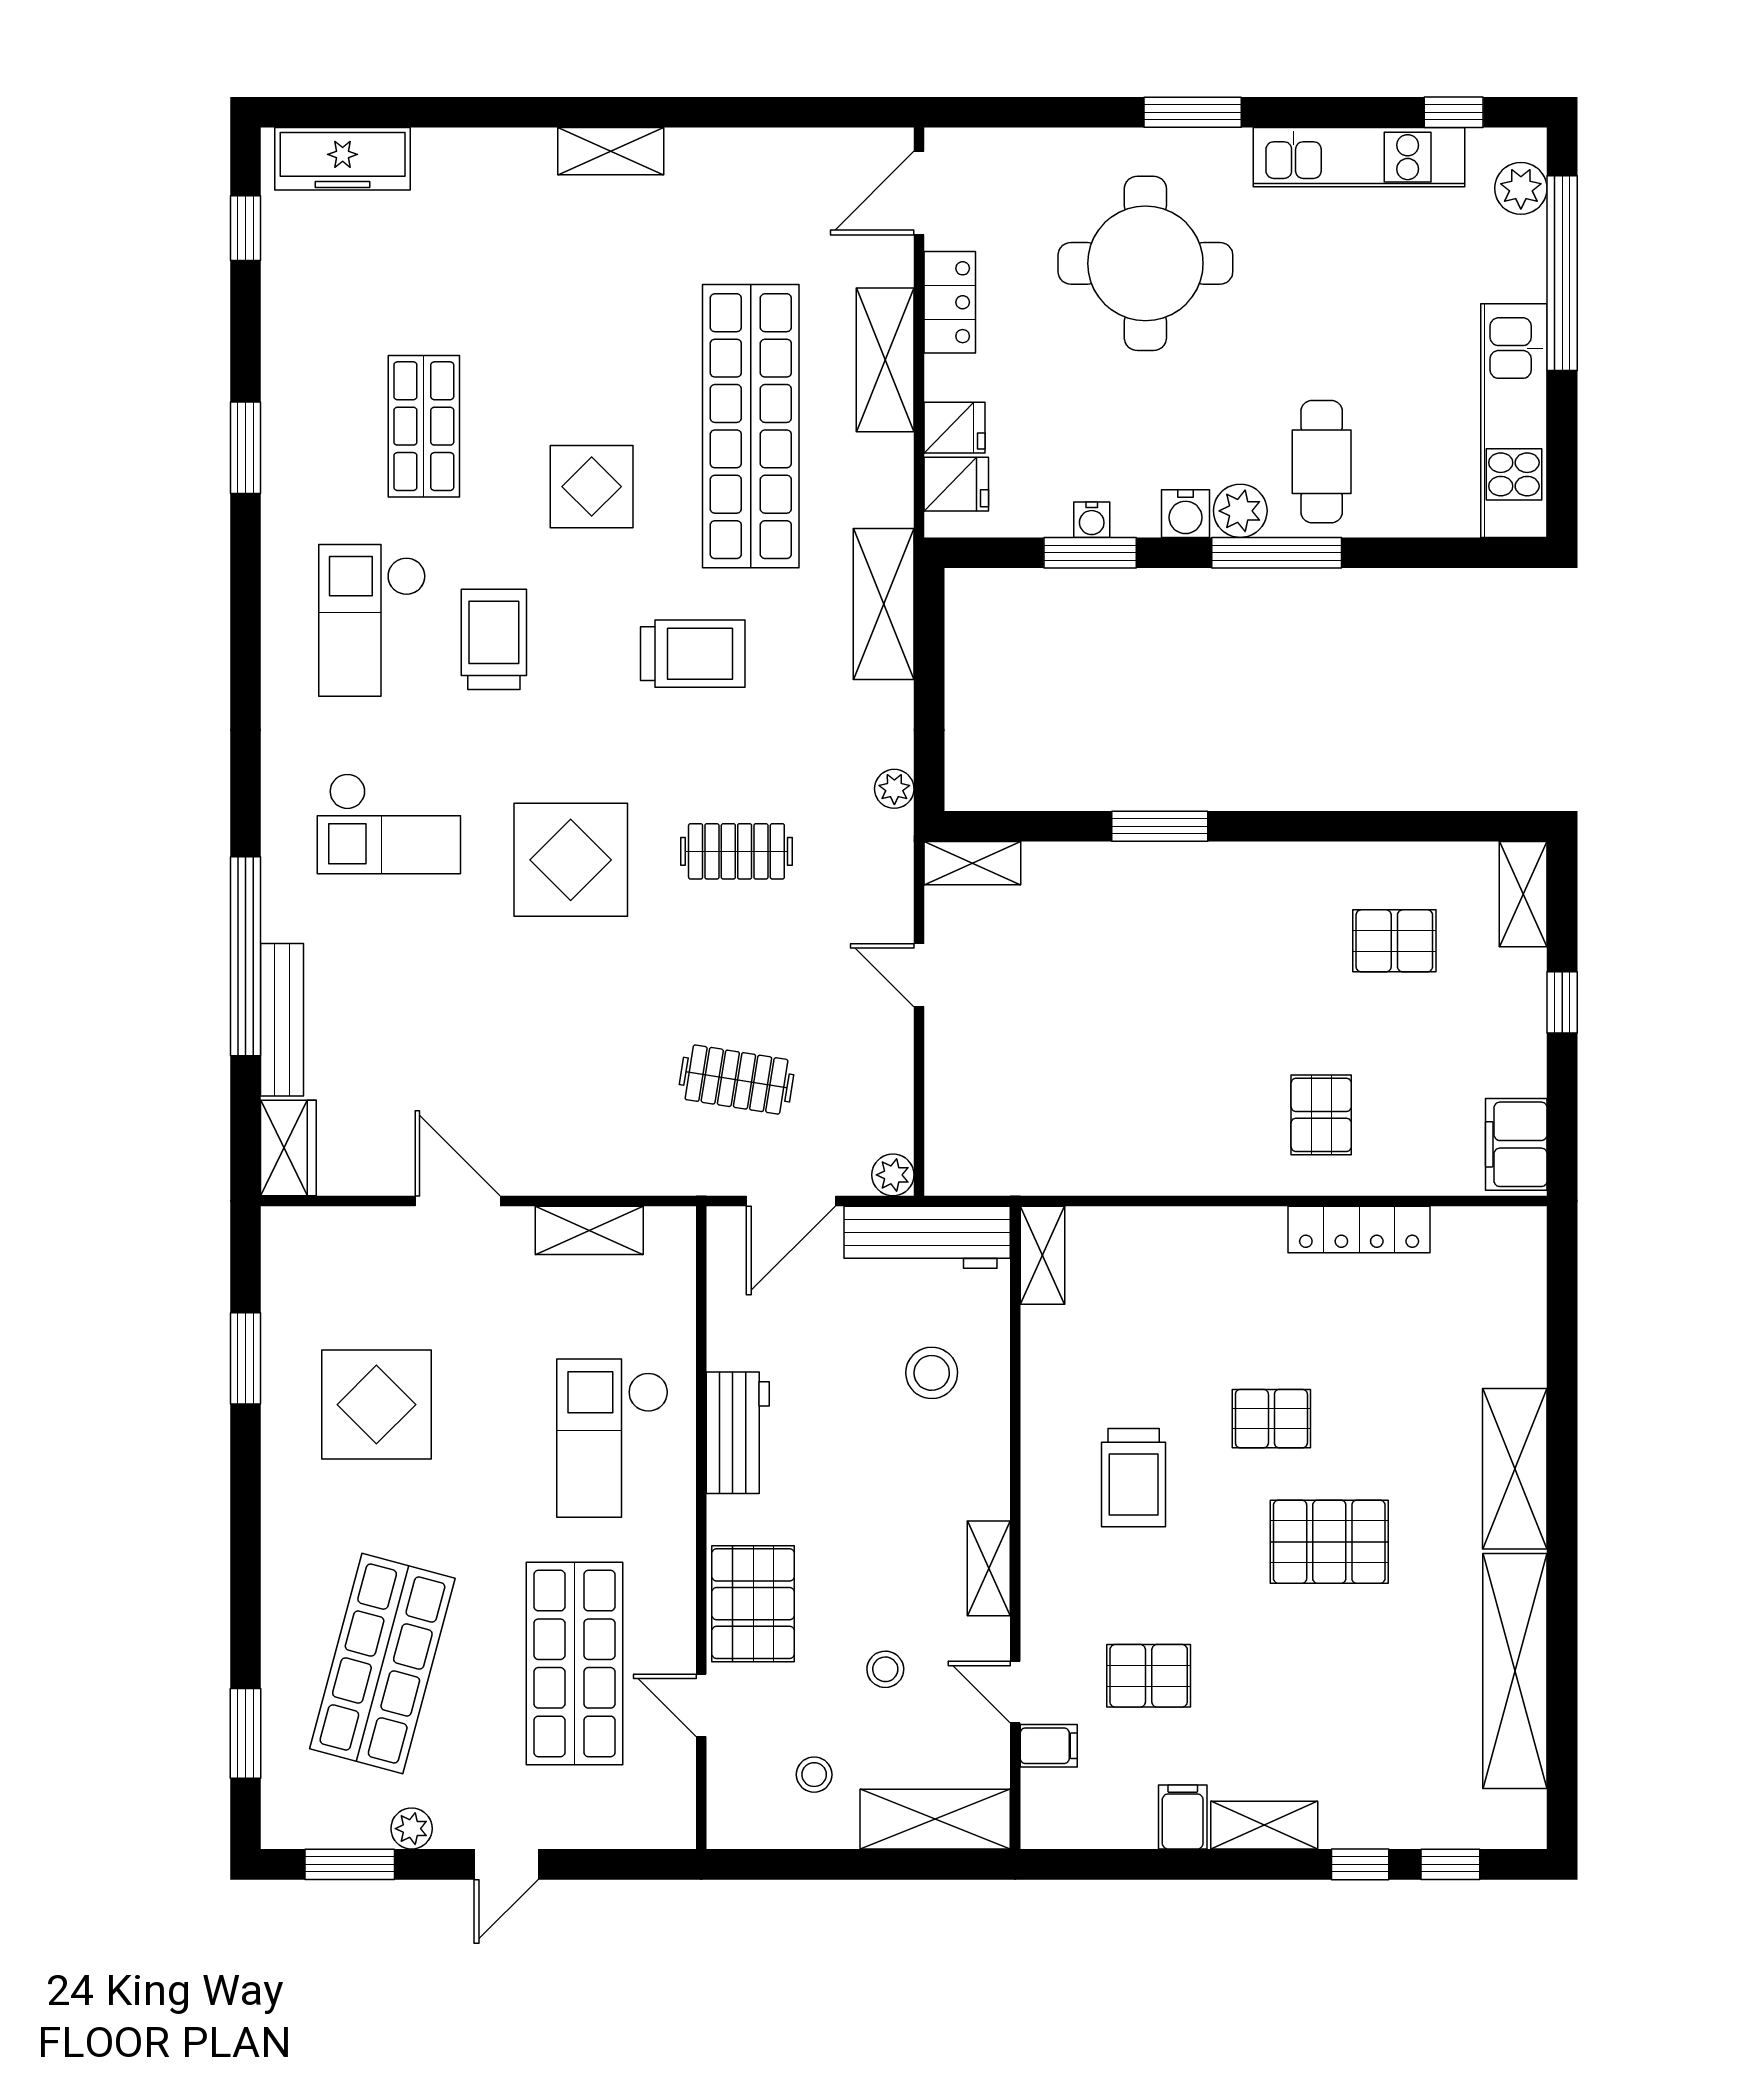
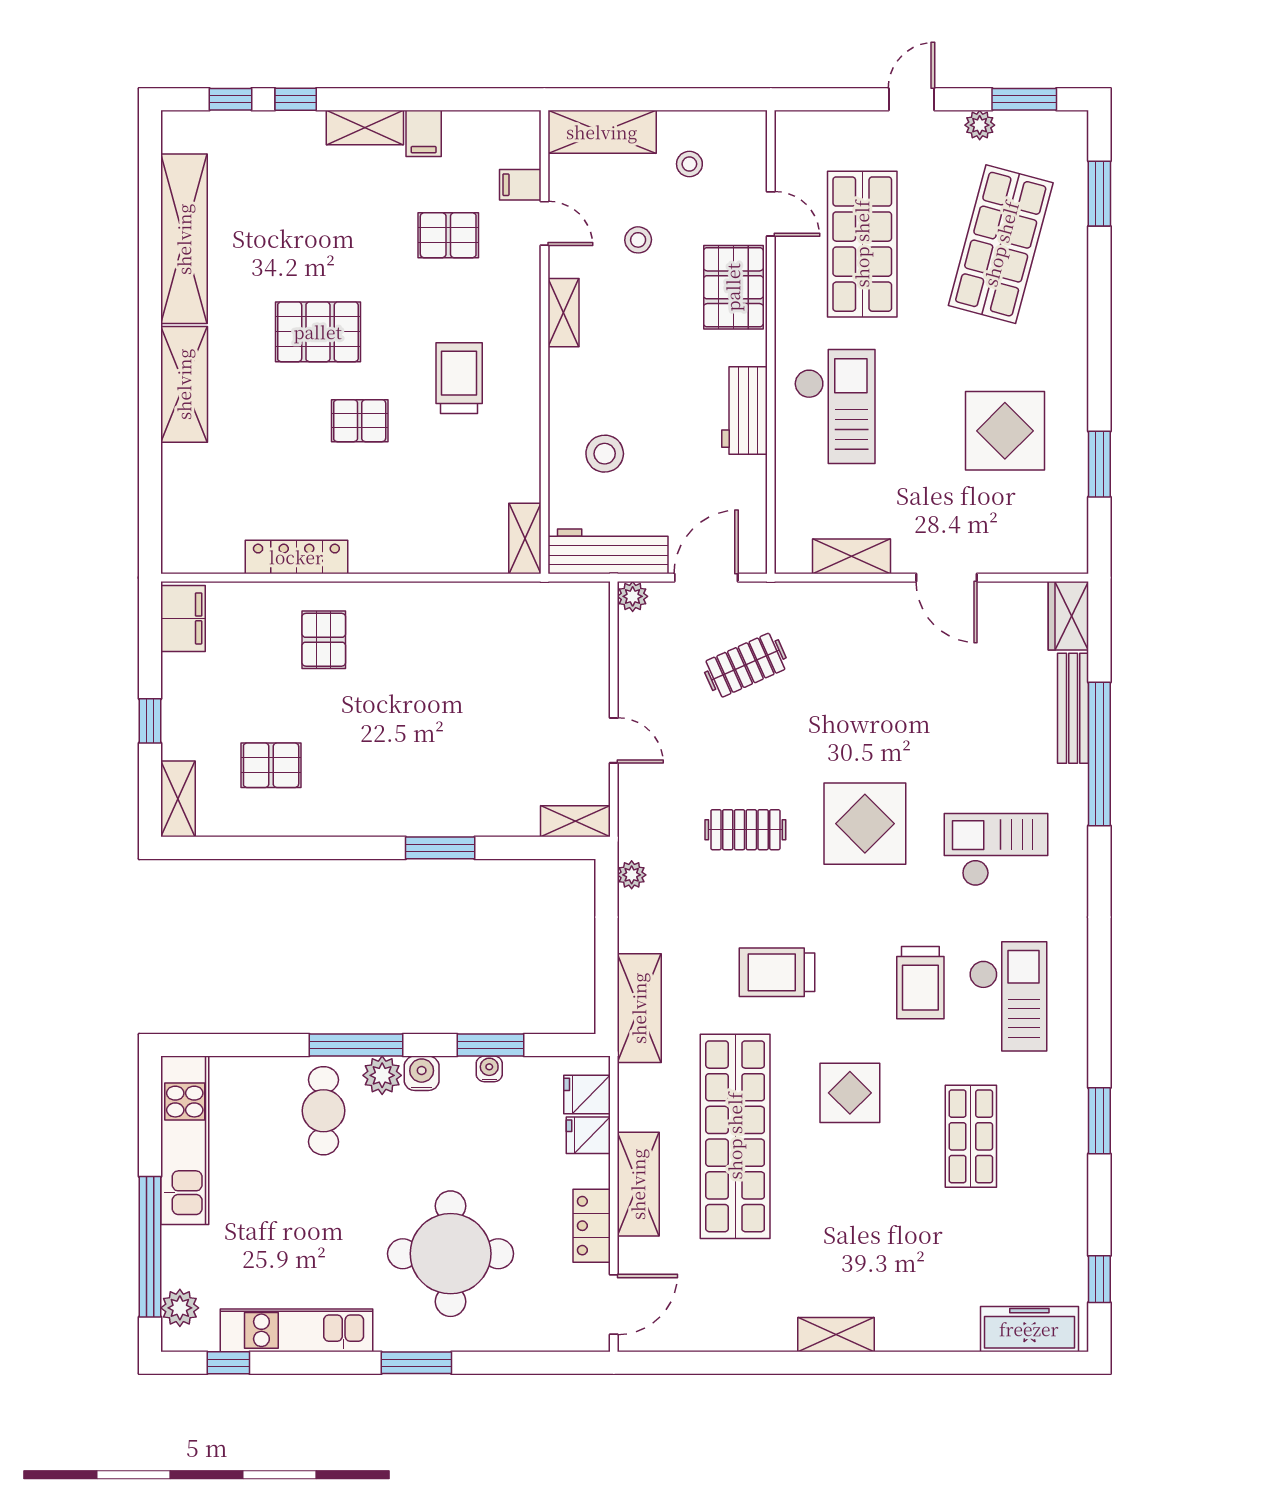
clothes rail: (736, 1080) -> (745, 665), turned -33

